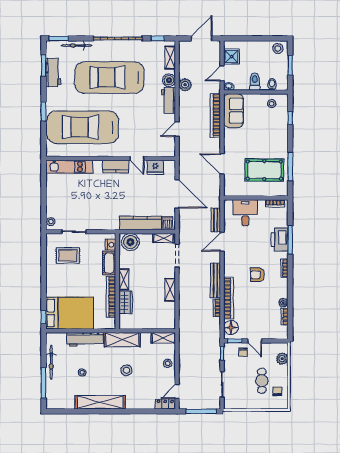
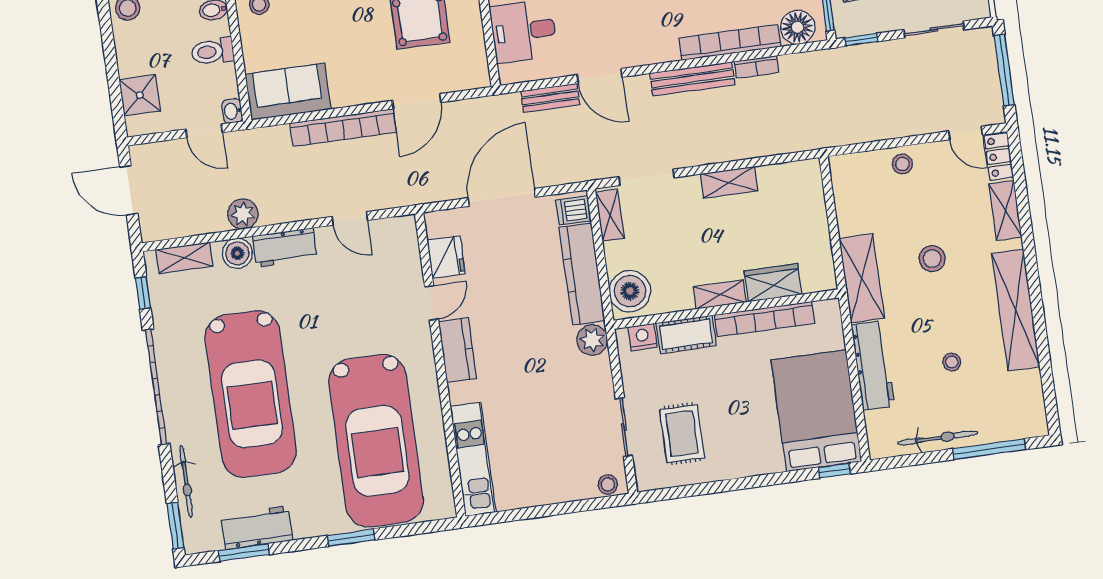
shower: (232, 57) -> (140, 95), moved
bookcase: (215, 115) -> (343, 128), moved
plant: (112, 223) -> (592, 340), added
shelving: (163, 338) -> (1005, 211), moved

